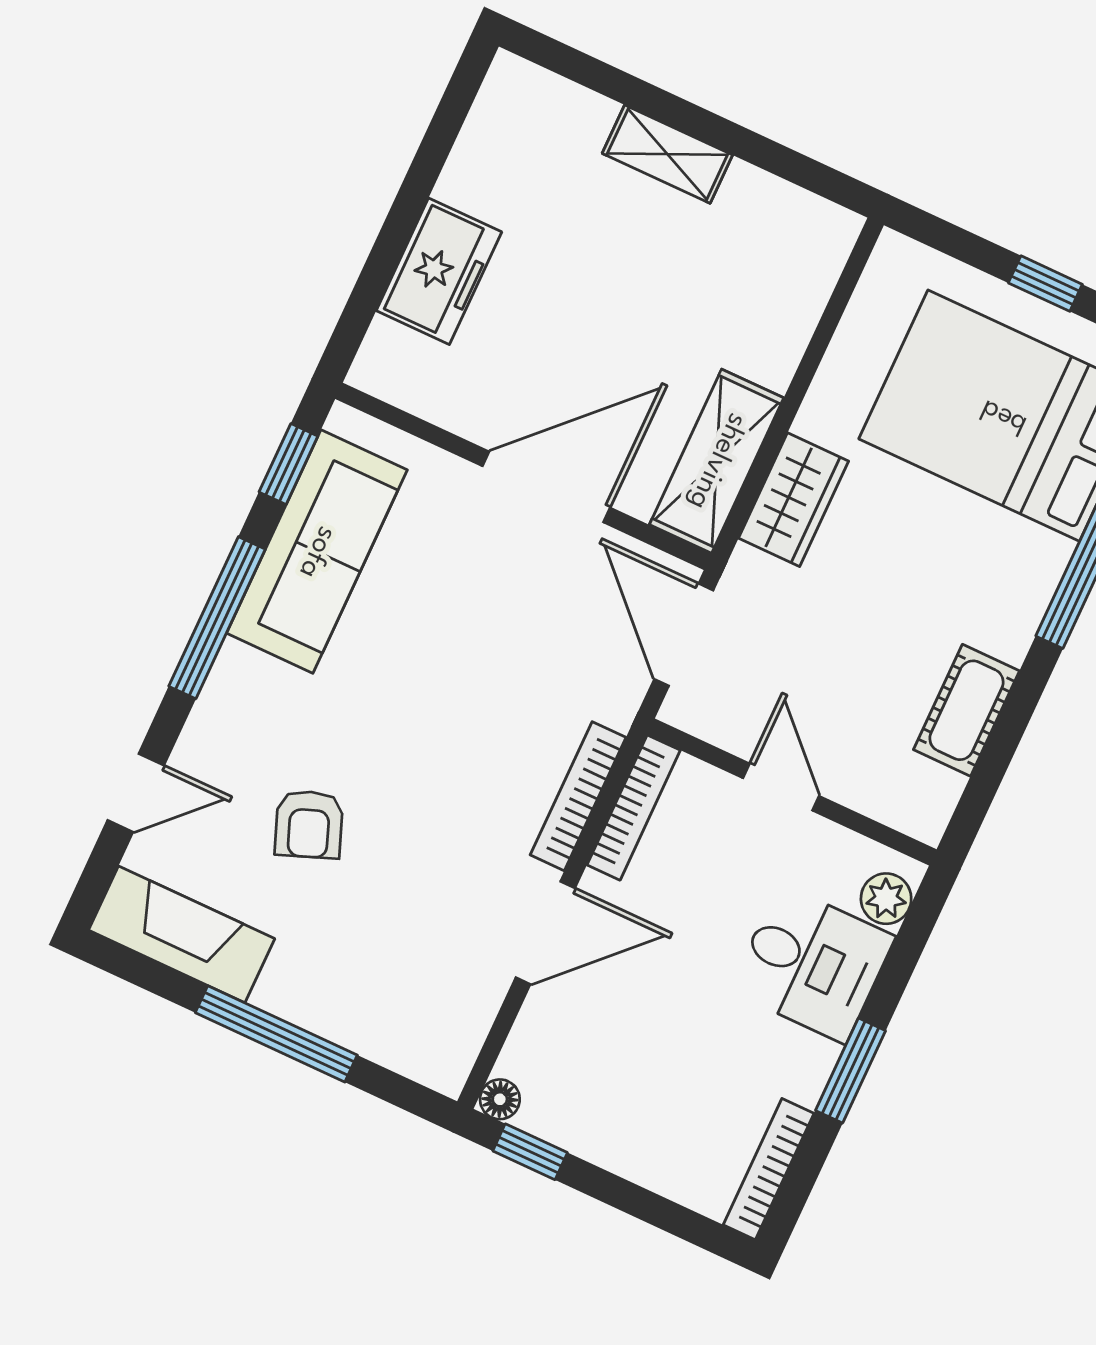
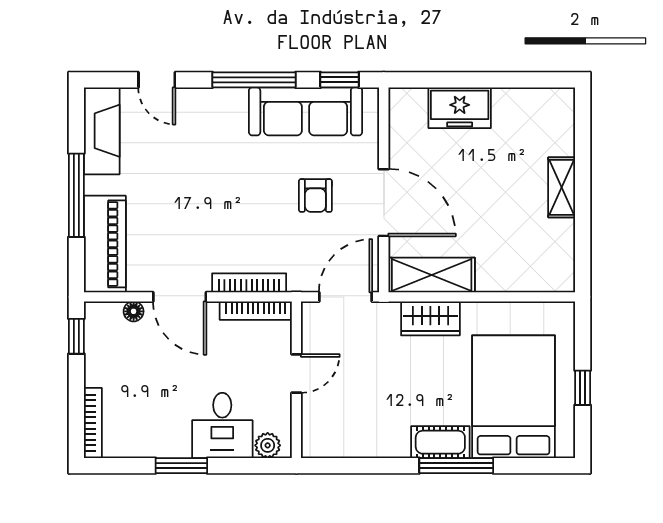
cot: (966, 710) -> (440, 442), moved
armchair: (309, 824) -> (315, 196), moved, turned -69
piano: (388, 1023) -> (105, 244), added
floor lamp: (500, 1099) -> (134, 311), moved
bookcase: (769, 1169) -> (93, 423), moved, turned 90

